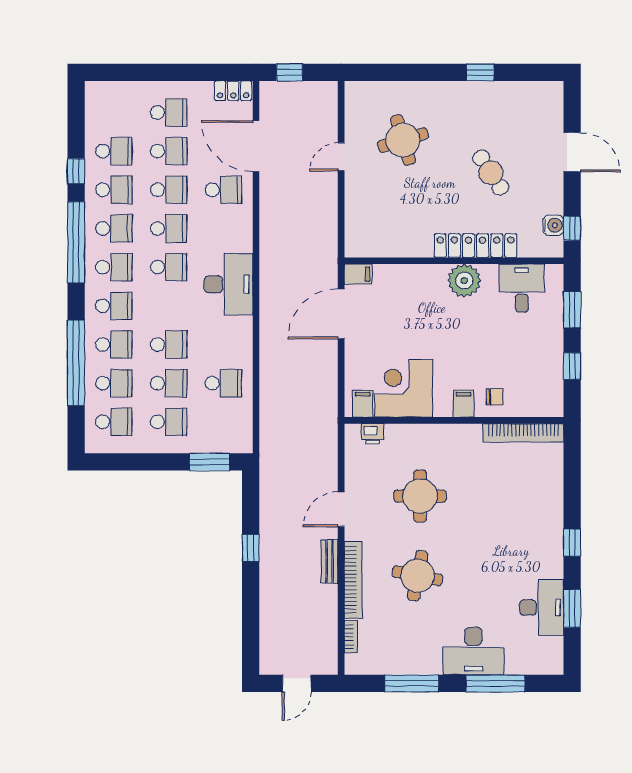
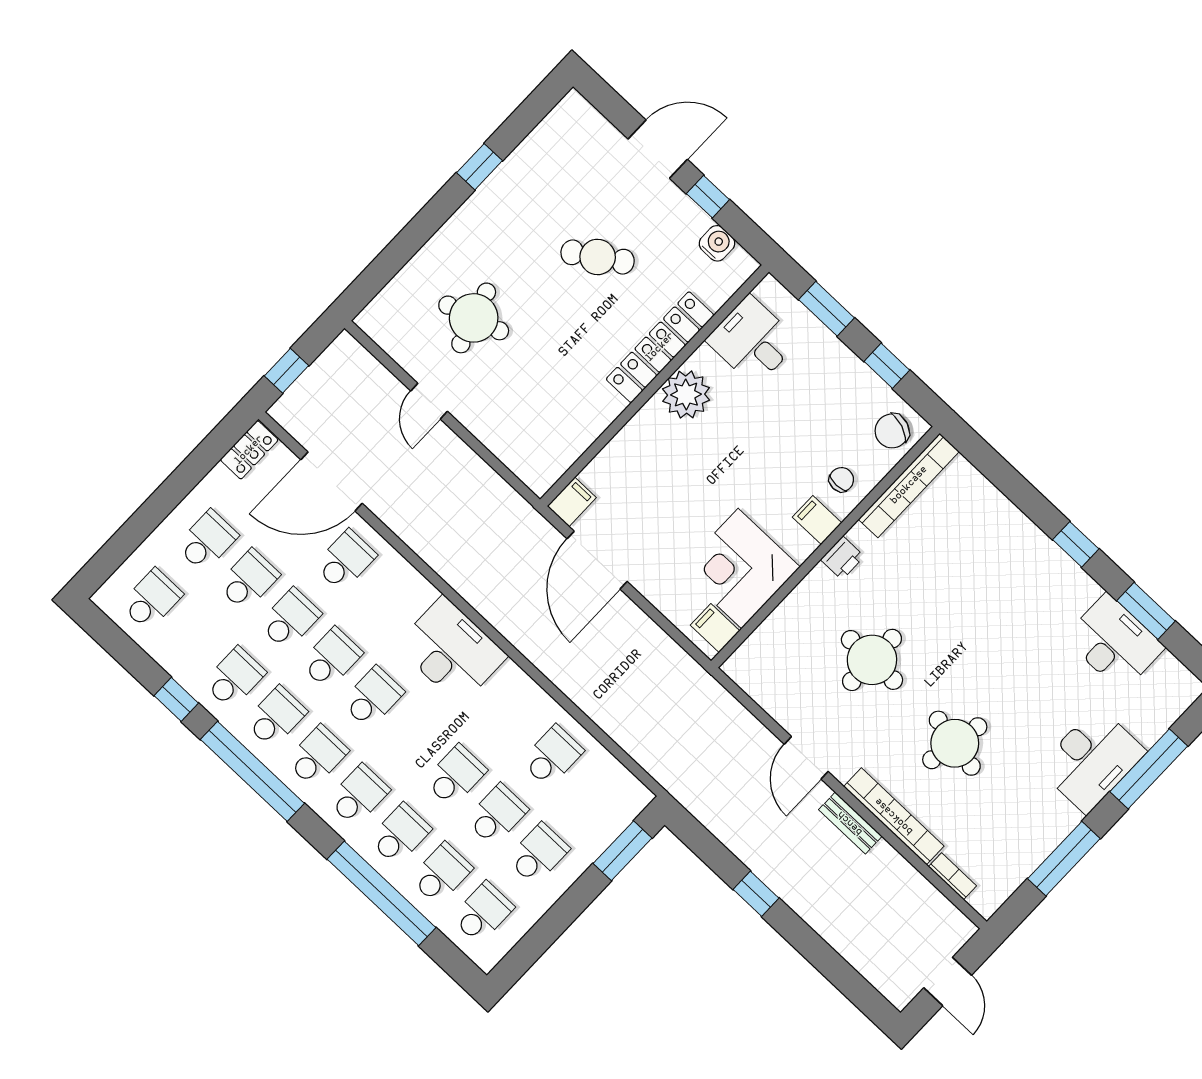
school desk: (114, 151) -> (152, 599), moved
window: (572, 228) -> (708, 197), moved
chair: (542, 399) -> (892, 431), added
printer: (373, 434) -> (842, 558), moved

